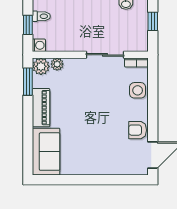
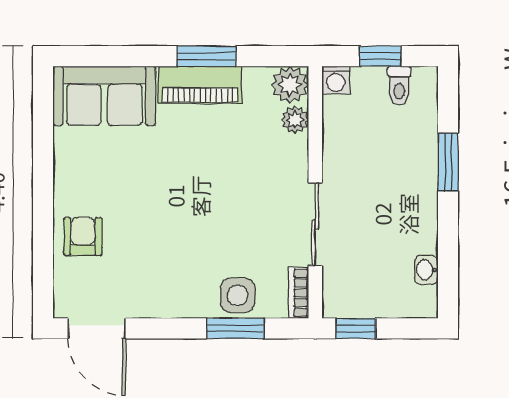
window: (153, 21) -> (356, 328), moved
window: (28, 82) -> (206, 56), moved
window: (153, 91) -> (235, 328), added
armchair: (138, 130) -> (83, 237), moved

